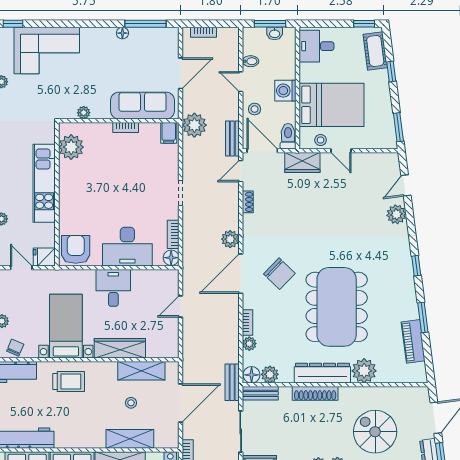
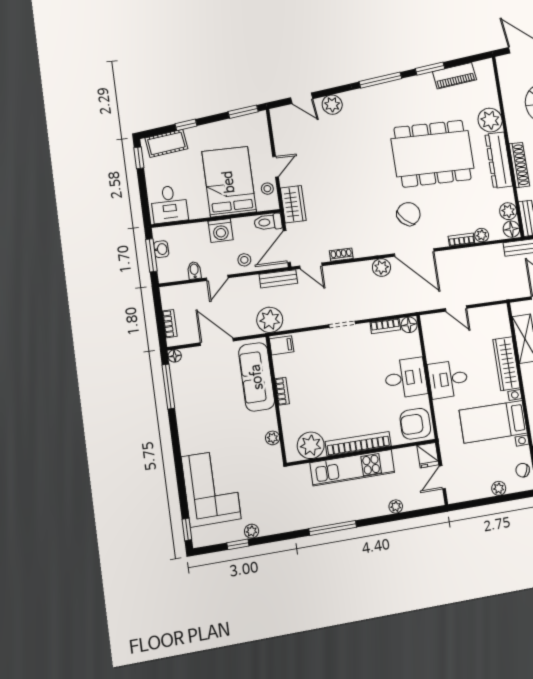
floor lamp: (122, 33) -> (175, 356), moved
bookcase: (66, 192) -> (358, 444), added
desk: (127, 247) -> (406, 378), width x0.73
window: (416, 266) -> (380, 80), width x2.17

